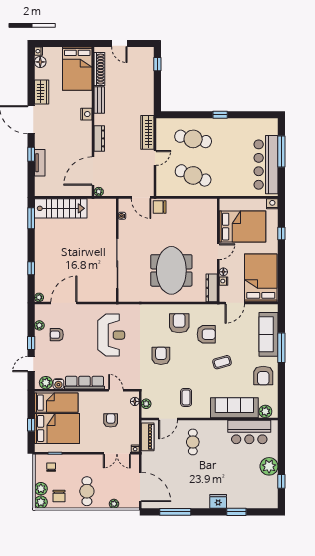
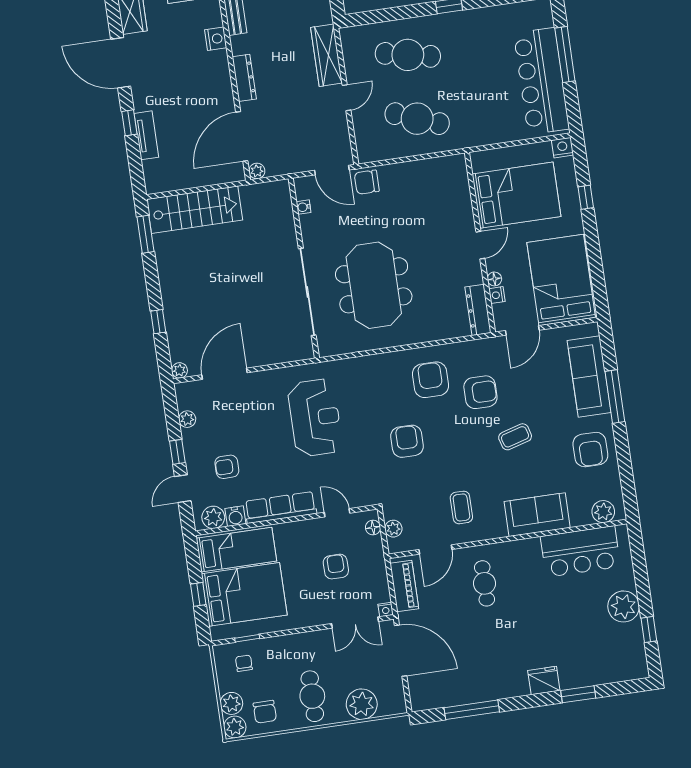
meeting table: (171, 270) -> (374, 285), moved
armchair: (57, 335) -> (227, 467), moved
sofa: (234, 408) -> (537, 515), width x0.73
door: (140, 487) -> (401, 651), moved
plant: (114, 504) -> (362, 704), width x1.88, depth x1.88

